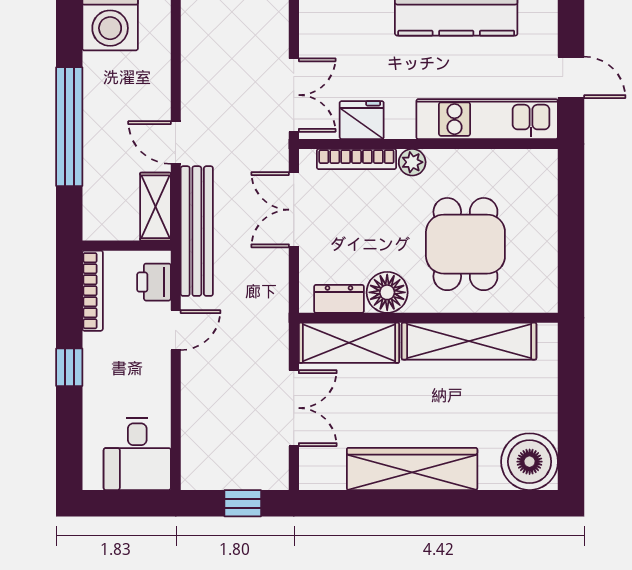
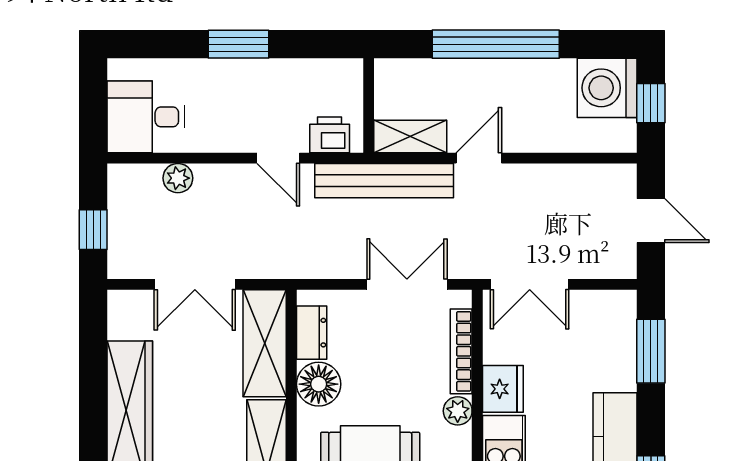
fridge: (362, 120) -> (503, 389), moved
bookcase: (93, 291) -> (320, 69), removed
window: (69, 367) -> (239, 44), width x1.50
plant: (194, 424) -> (178, 178), added

